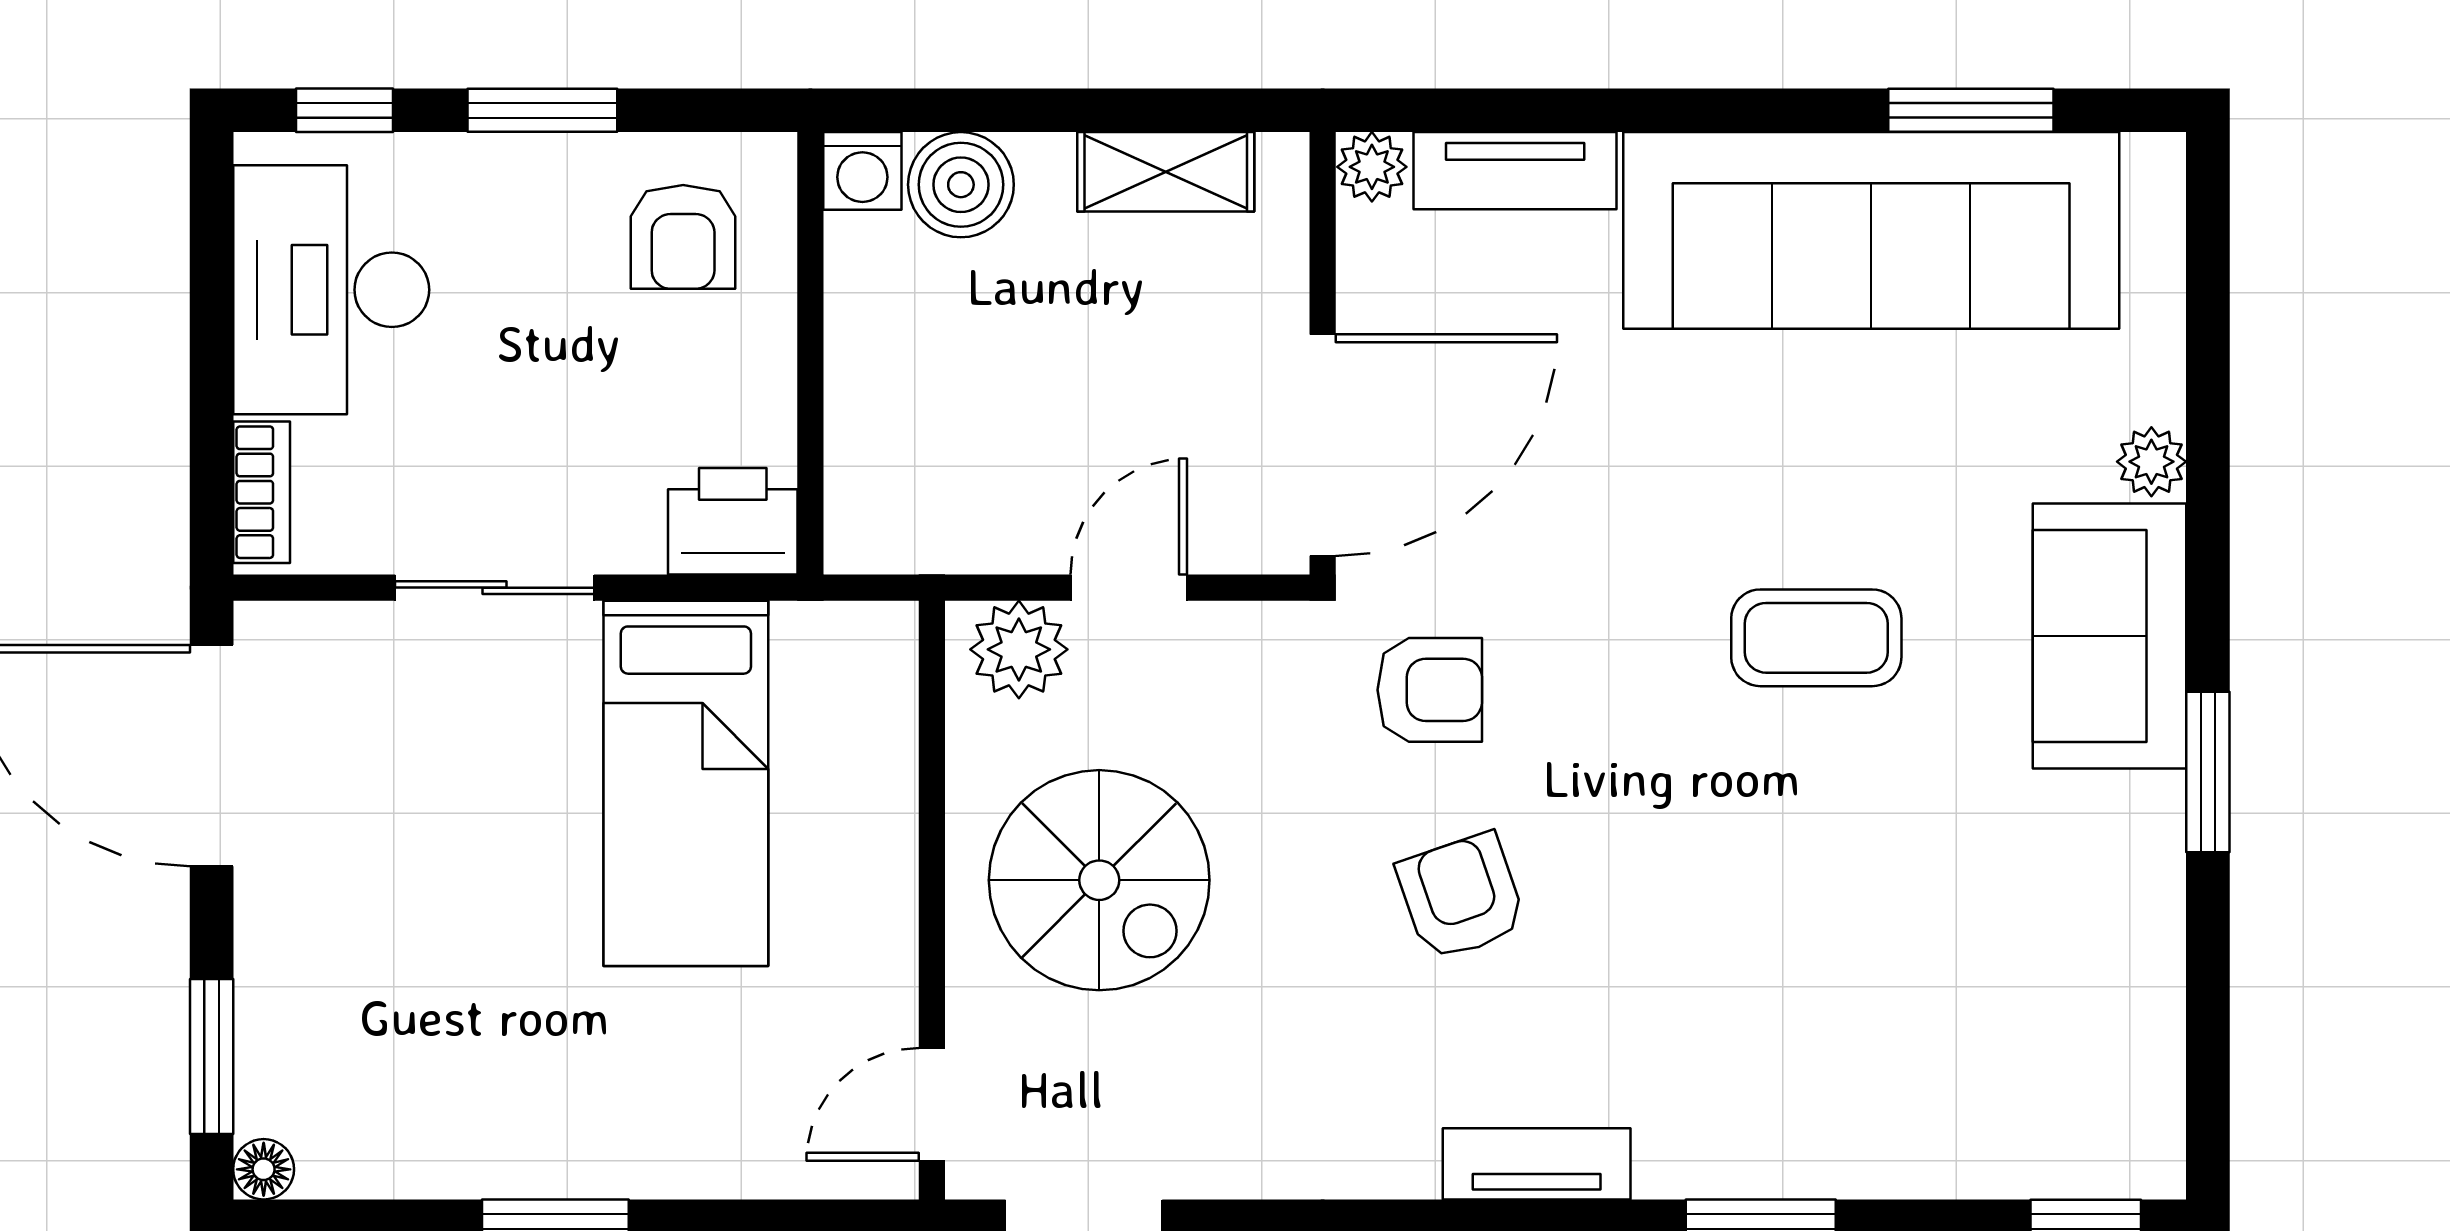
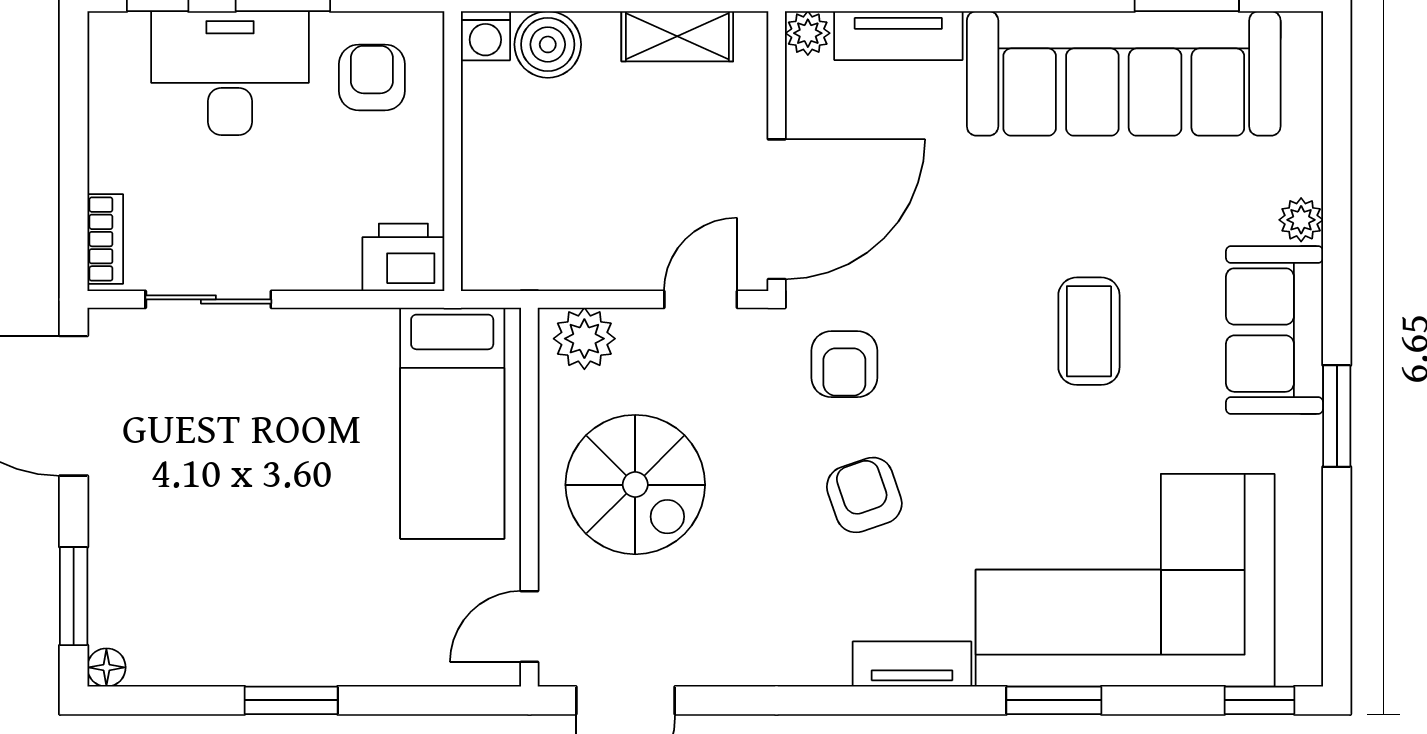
armchair: (683, 237) -> (372, 77), turned 180
desk: (331, 290) -> (230, 73), moved, turned 90
sliding door: (495, 588) -> (208, 299), moved
door: (1129, 588) -> (701, 299), moved
coffee table: (1816, 638) -> (1089, 331), turned 90
armchair: (1430, 690) -> (844, 364), turned 90
bed: (686, 783) -> (452, 423), moved
corner sofa: (1873, 1031) -> (1125, 580), added

